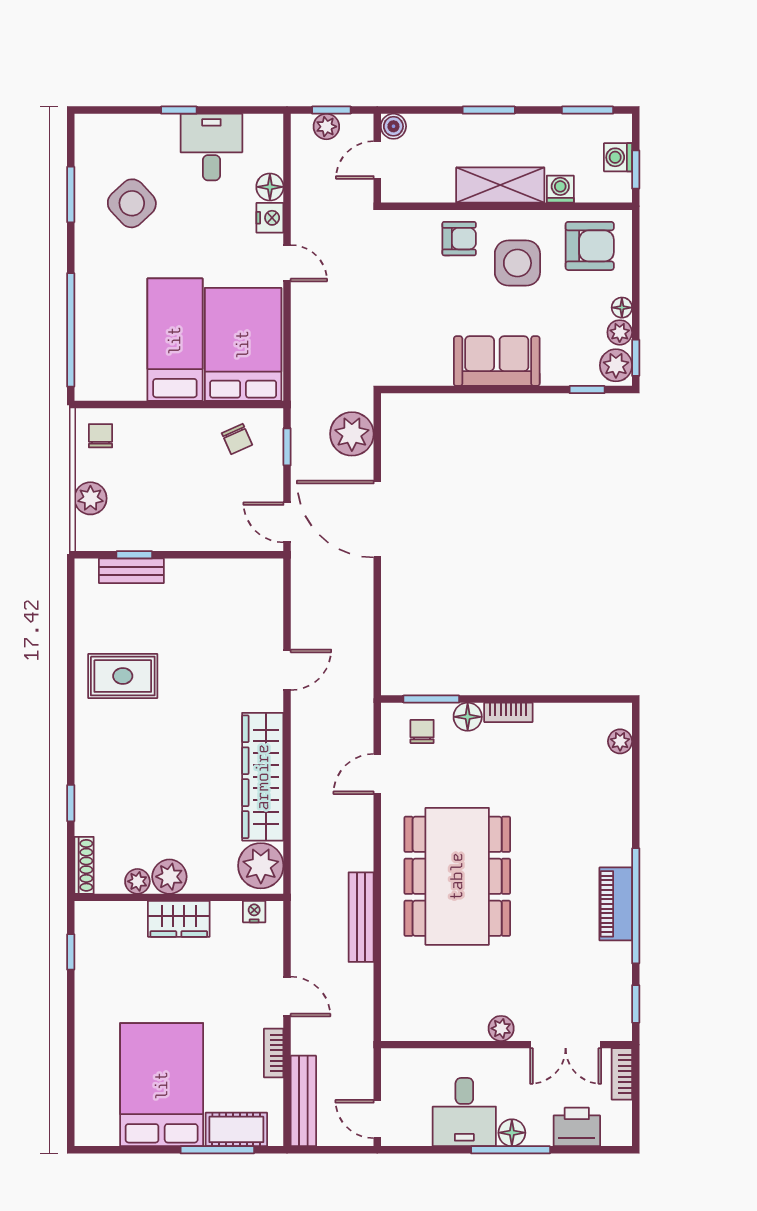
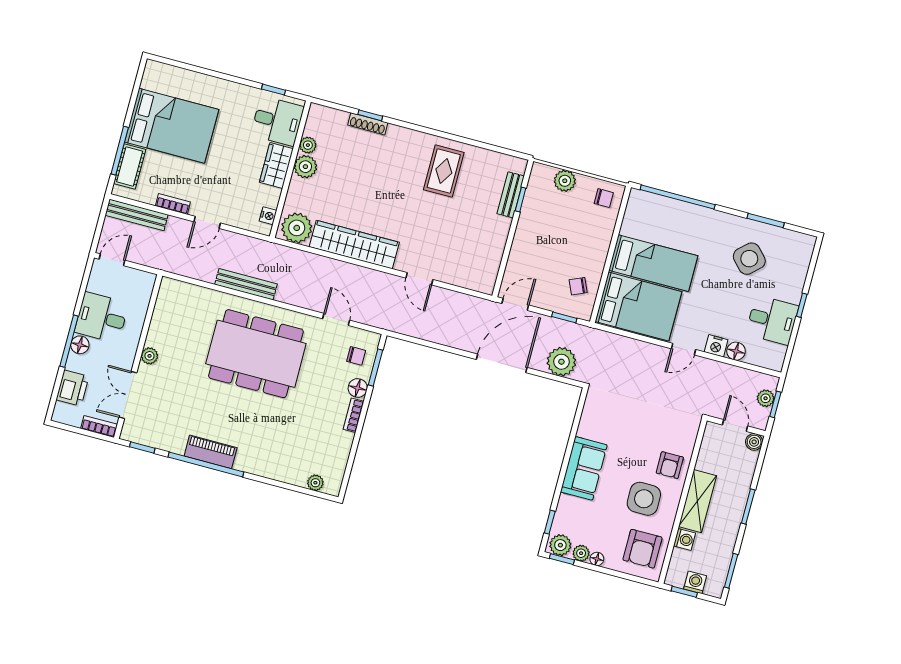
shoe rack: (84, 865) -> (368, 124), moved
desk: (114, 934) -> (277, 121), added

